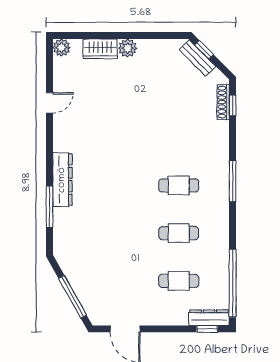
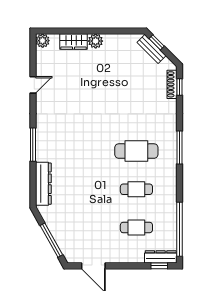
dresser: (62, 180) -> (43, 184), moved
cafe table: (179, 185) -> (136, 151), width x1.37, depth x1.35
window: (49, 207) -> (33, 145), moved

